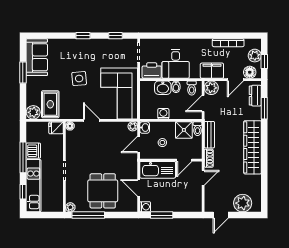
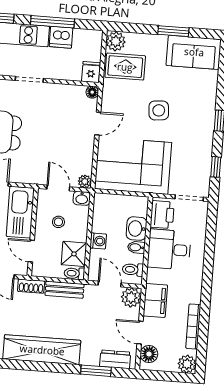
plant: (255, 56) -> (187, 364), moved
window: (264, 61) -> (163, 376), removed
washing machine: (163, 114) -> (98, 241), moved

